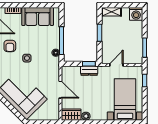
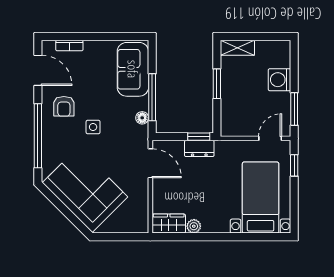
washing machine: (136, 14) -> (280, 80), moved, turned 90
sofa: (38, 16) -> (133, 69), moved, turned 90
door: (116, 65) -> (270, 138), moved
door: (60, 90) -> (150, 163), moved

